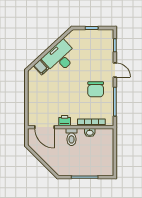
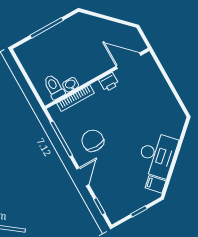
filing cabinet: (41, 67) -> (156, 184), moved
door: (115, 70) -> (83, 177), swing flipped
toilet: (72, 137) -> (54, 87), moved

